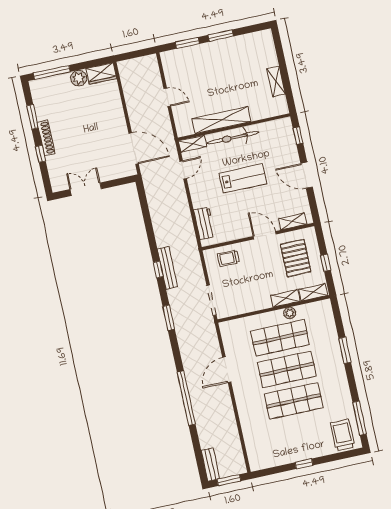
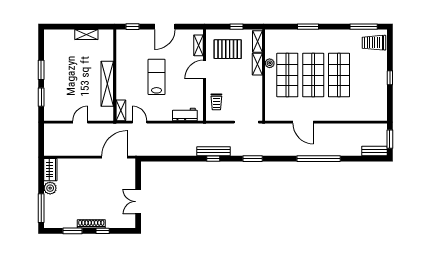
bicycle: (233, 138) -> (123, 78), removed

